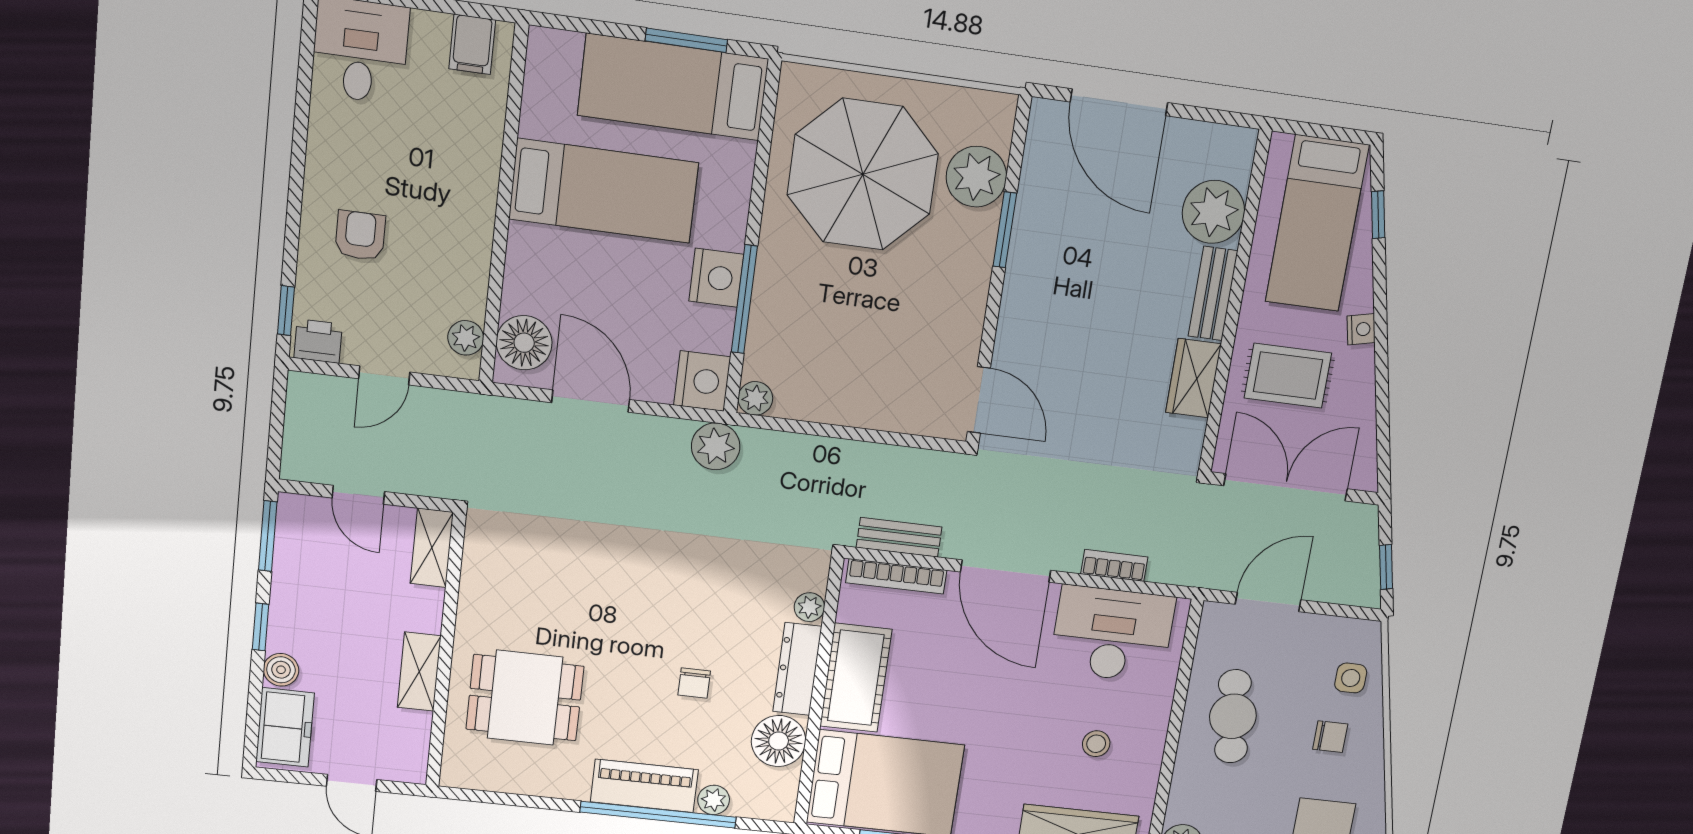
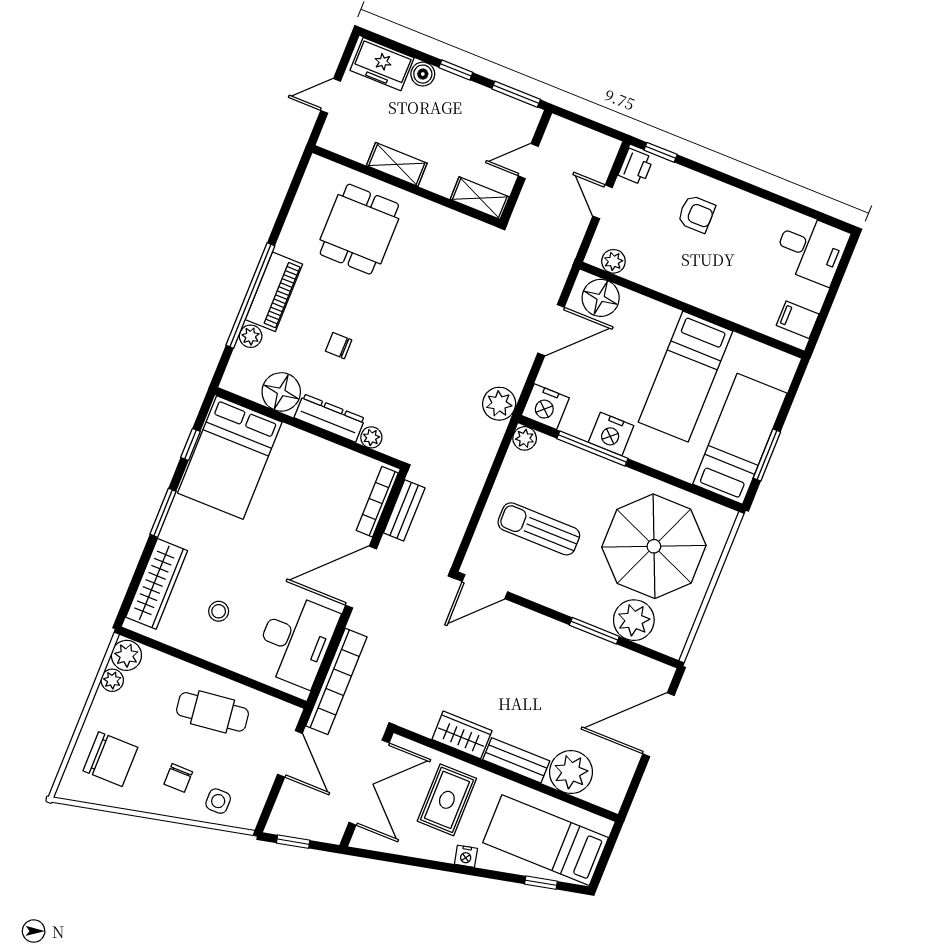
sun lounger: (879, 346) -> (539, 529), added
bookcase: (1114, 565) -> (336, 681), width x2.31, depth x1.31
cot: (856, 678) -> (312, 456), removed

